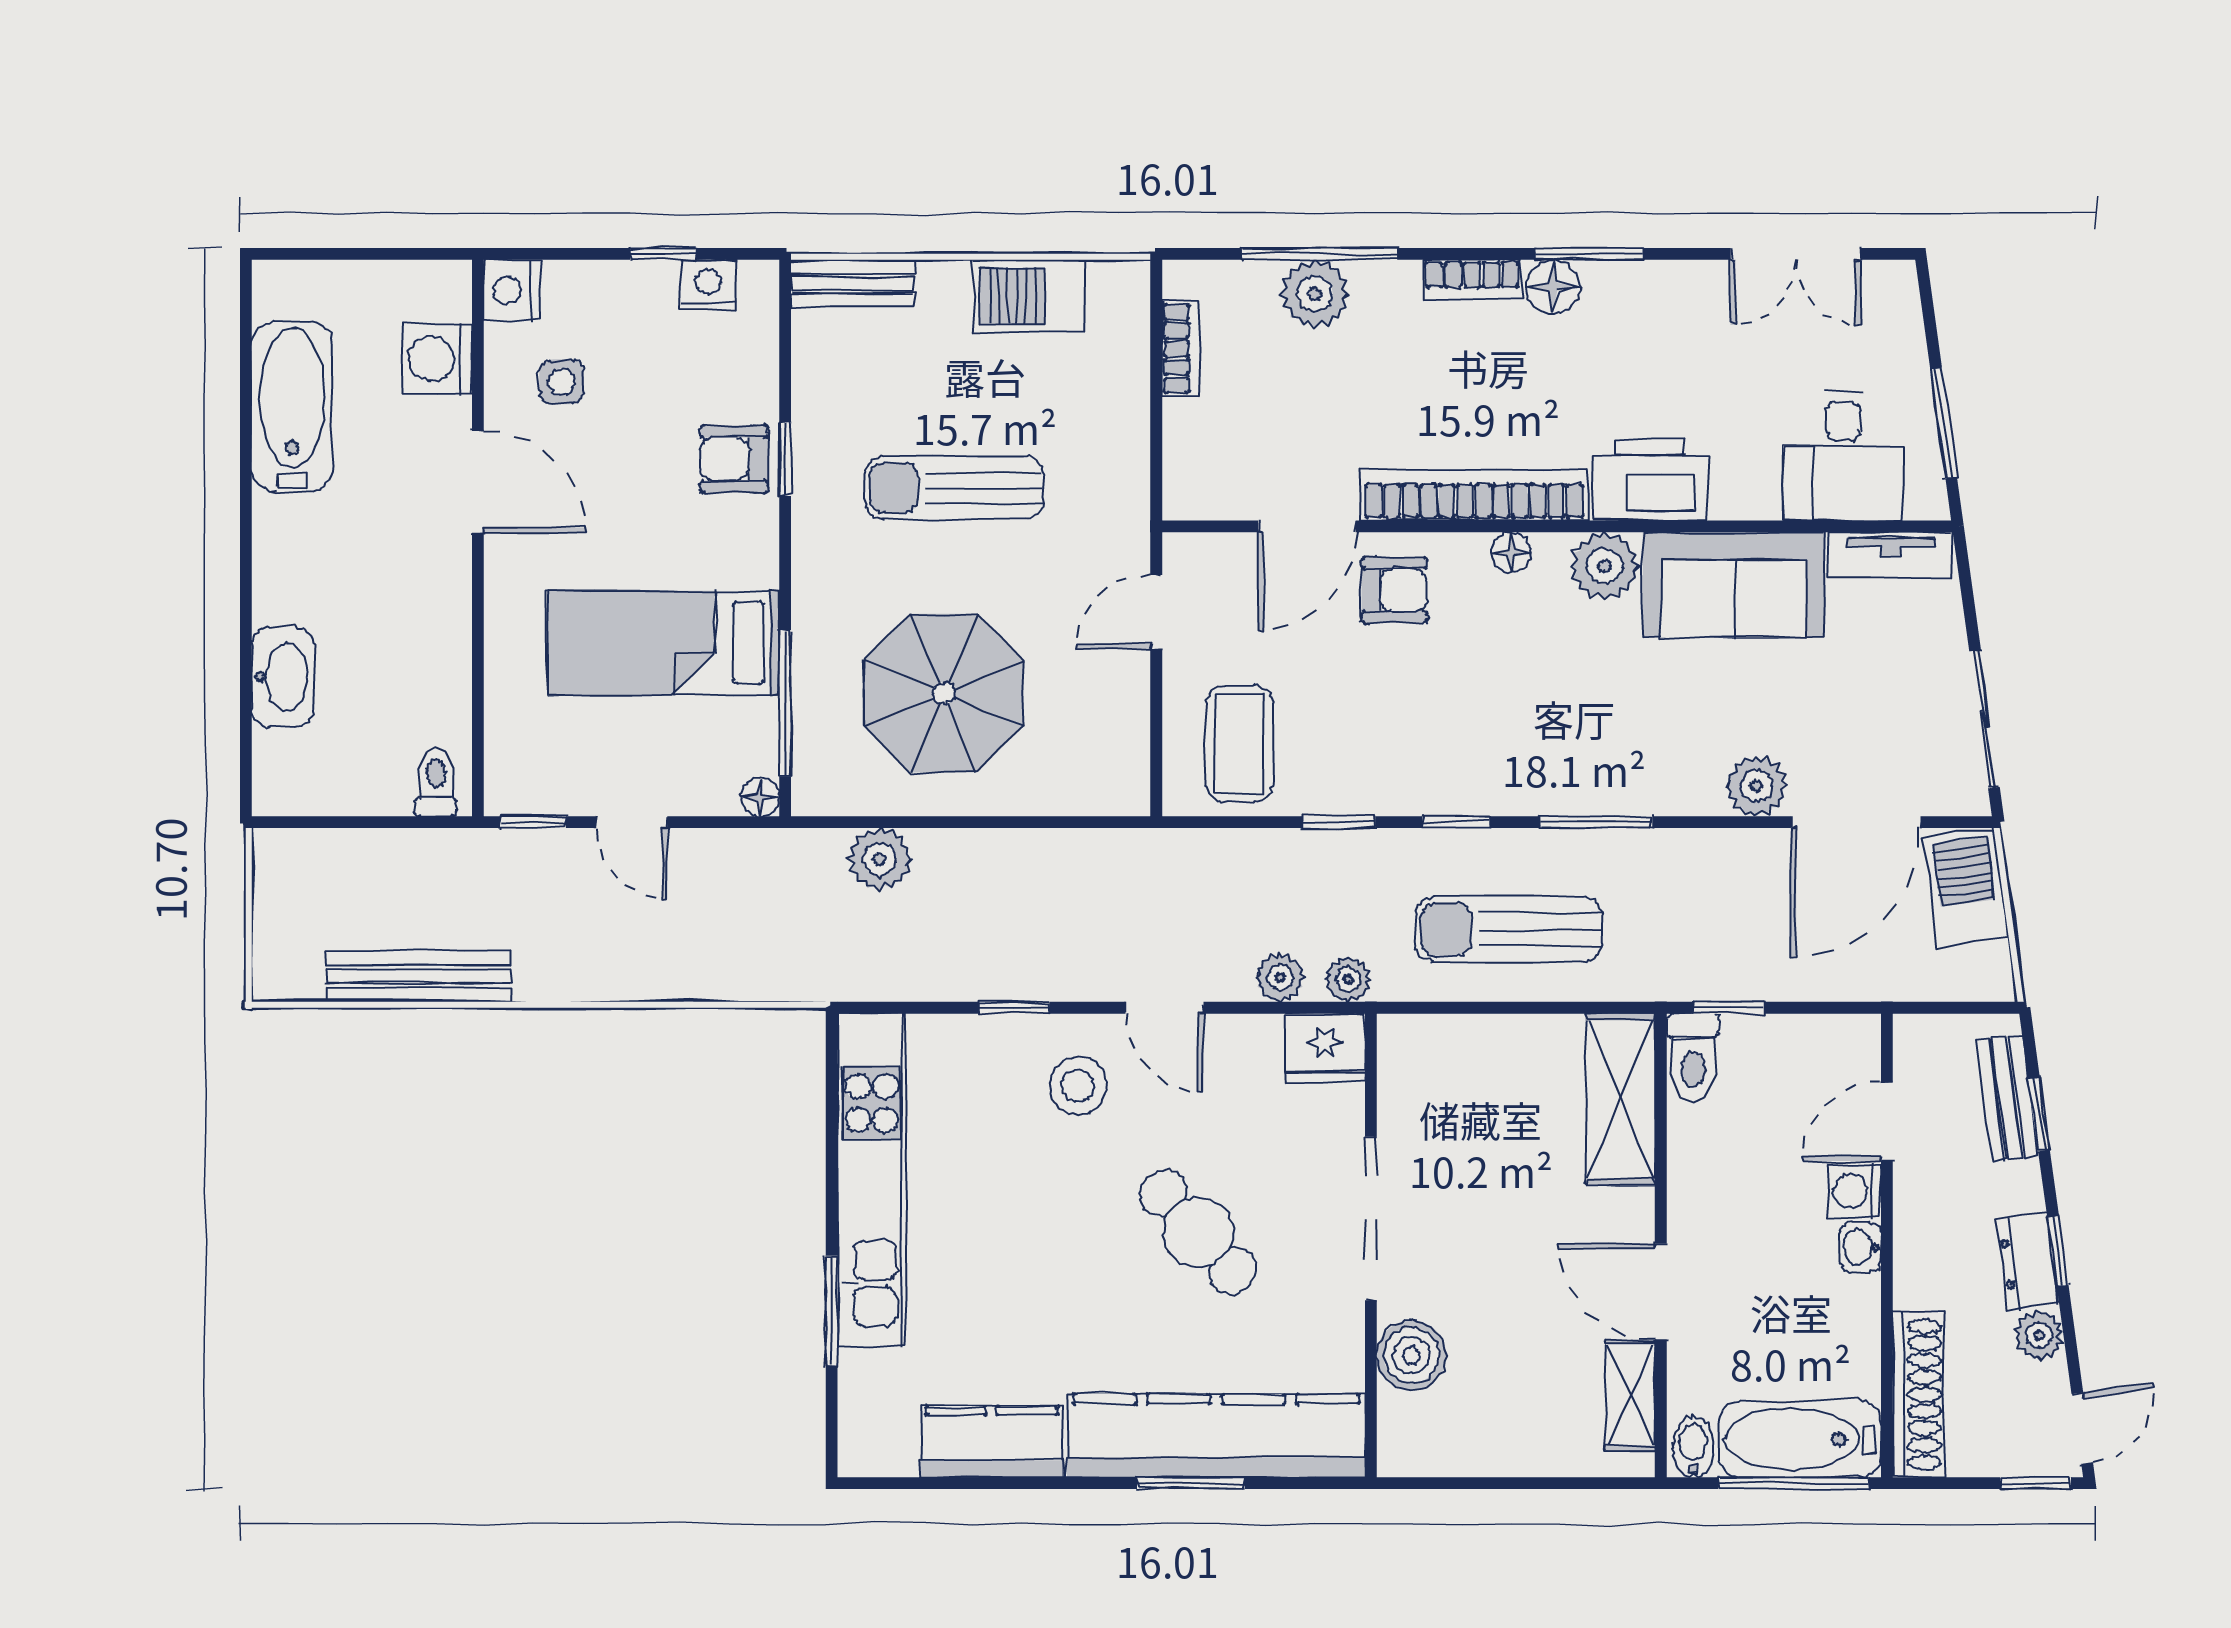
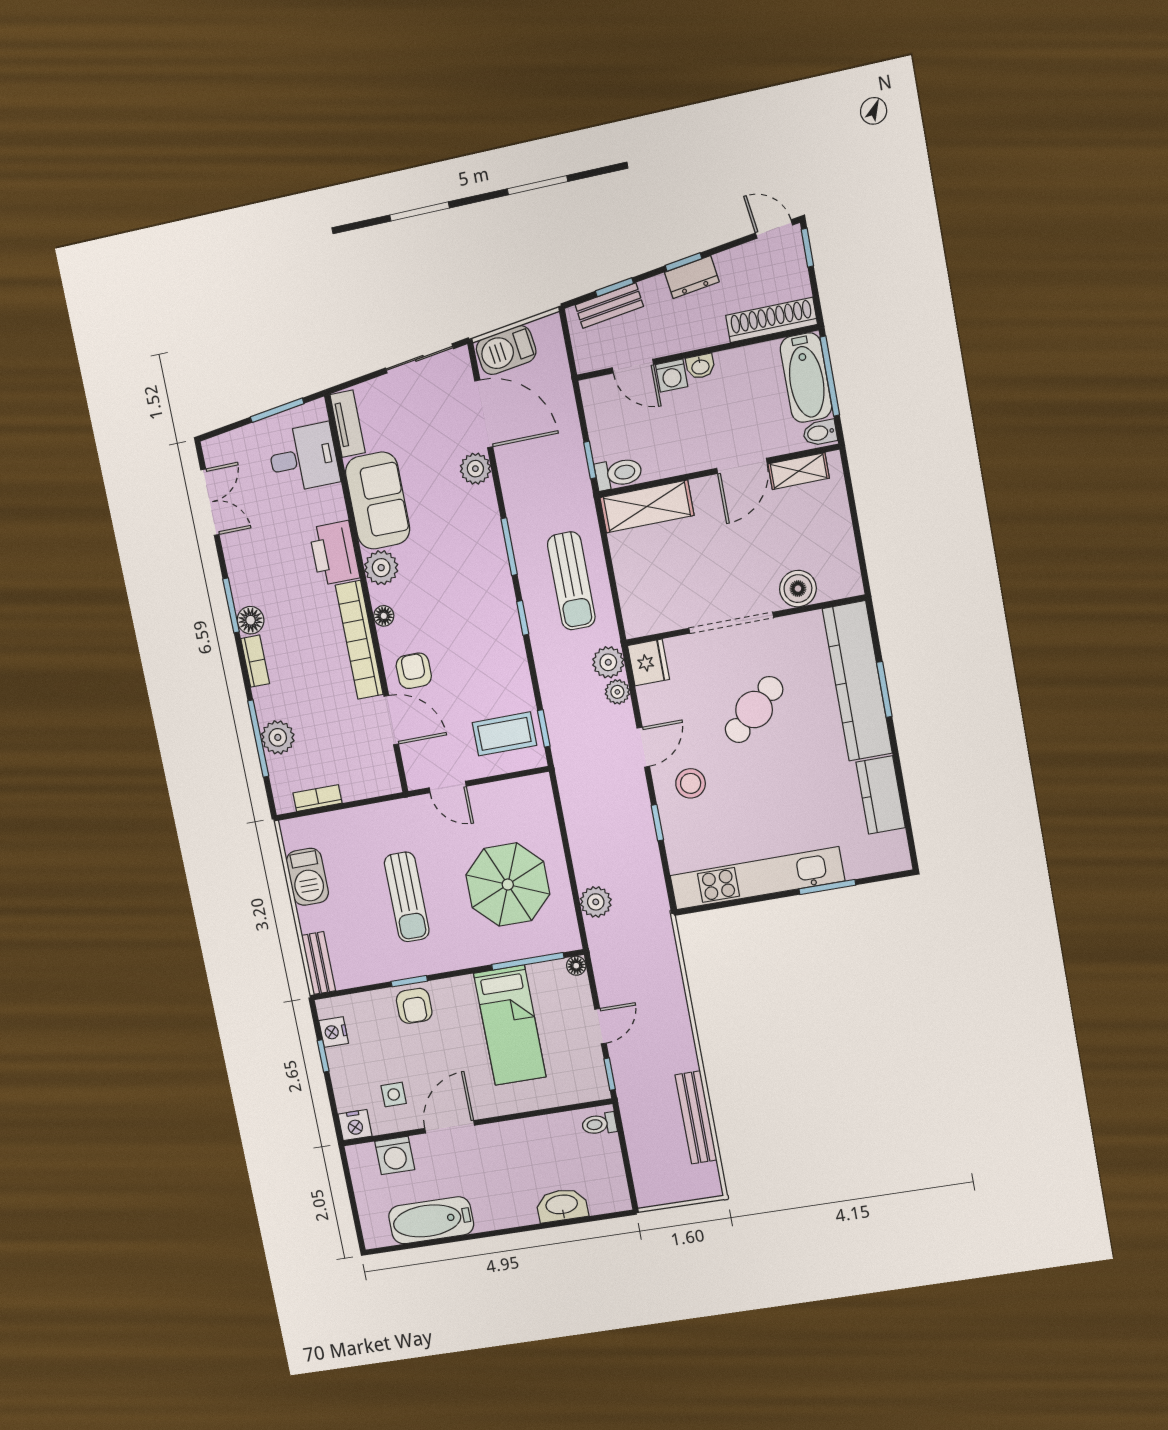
window: (1339, 822) -> (544, 728), moved
plant: (1348, 979) -> (608, 662), width x1.38, depth x1.38
plant: (2039, 1335) -> (729, 262), removed

